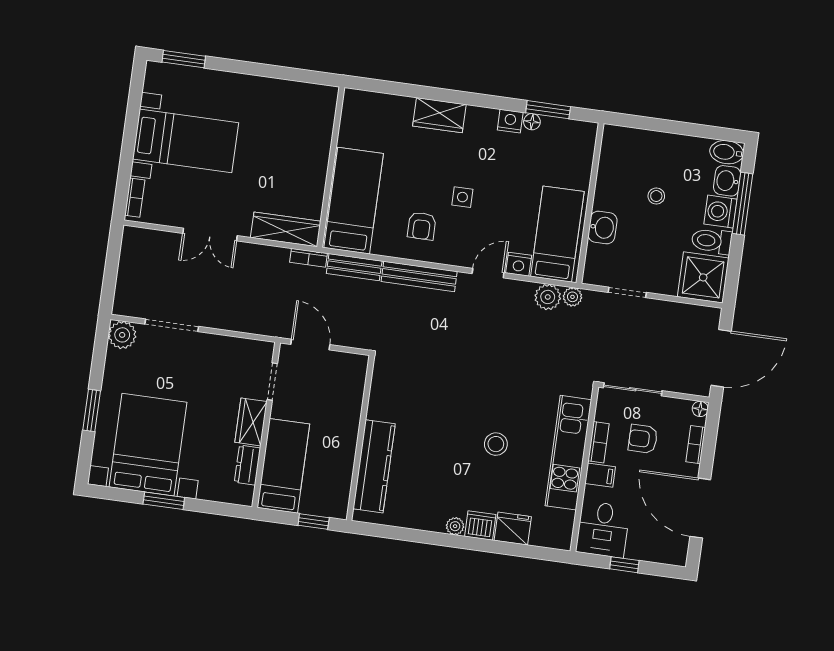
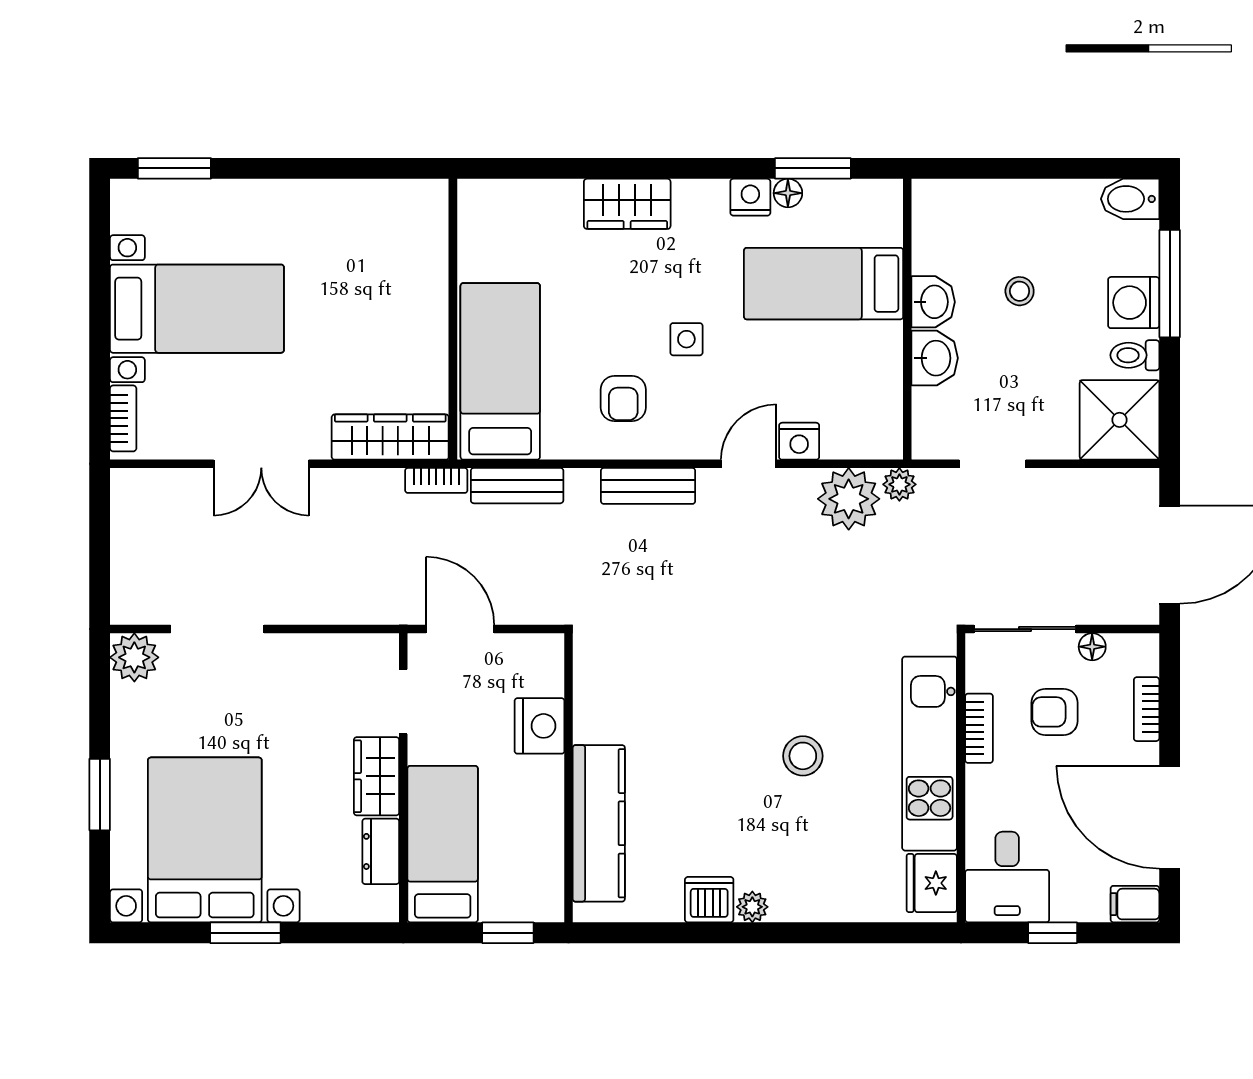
washbasin: (727, 181) -> (933, 302), moved, turned 180
bed: (557, 234) -> (824, 284), moved, turned -90
toilet: (712, 241) -> (1135, 355), width x0.73, depth x0.72
bench: (419, 276) -> (648, 486), width x0.73
plant: (548, 297) -> (849, 499), width x1.36, depth x1.36
nightstand: (348, 406) -> (539, 726), added
floor lamp: (700, 409) -> (1092, 647), moved
filing cabinet: (600, 475) -> (1135, 904), moved, turned 180
dishwasher: (480, 525) -> (709, 900), moved
fridge: (513, 529) -> (932, 883), moved, turned -90

